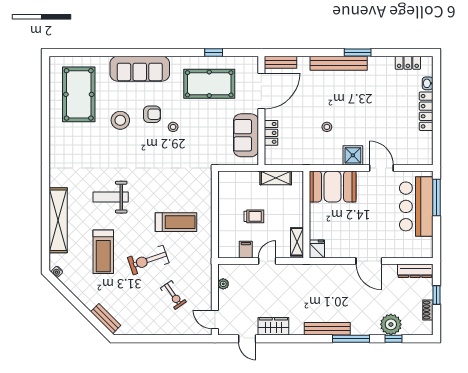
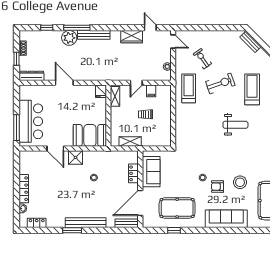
weight bench: (111, 197) -> (235, 125), moved
treadmill: (176, 222) -> (189, 88), moved, turned 90
plant: (391, 324) -> (69, 38), moved

